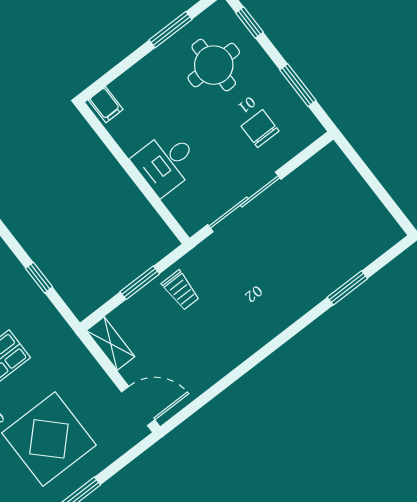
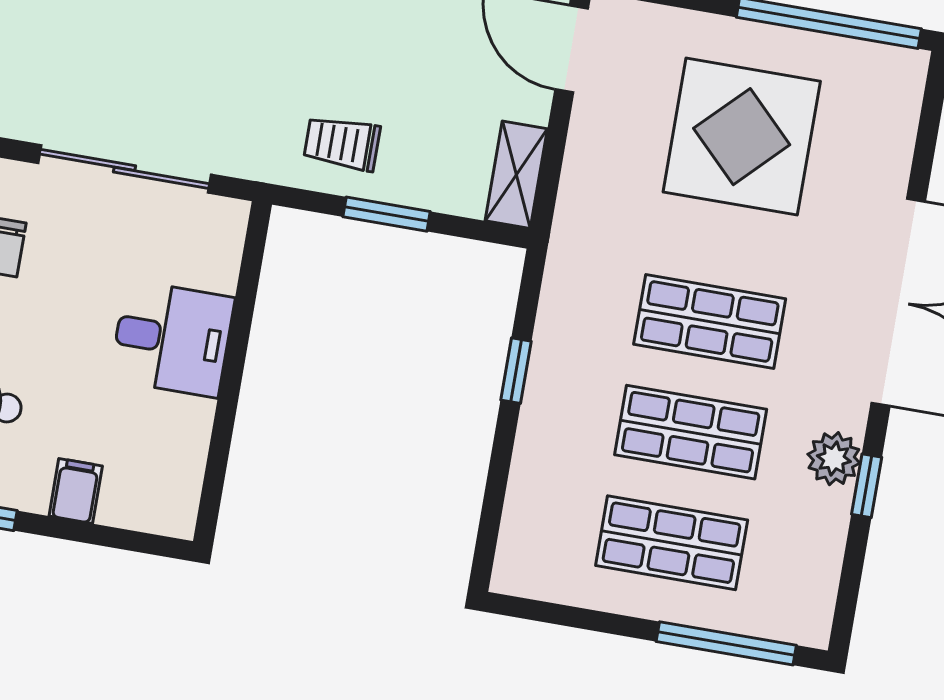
filing cabinet: (106, 105) -> (76, 491), moved
trolley: (181, 290) -> (342, 143), turned -90

